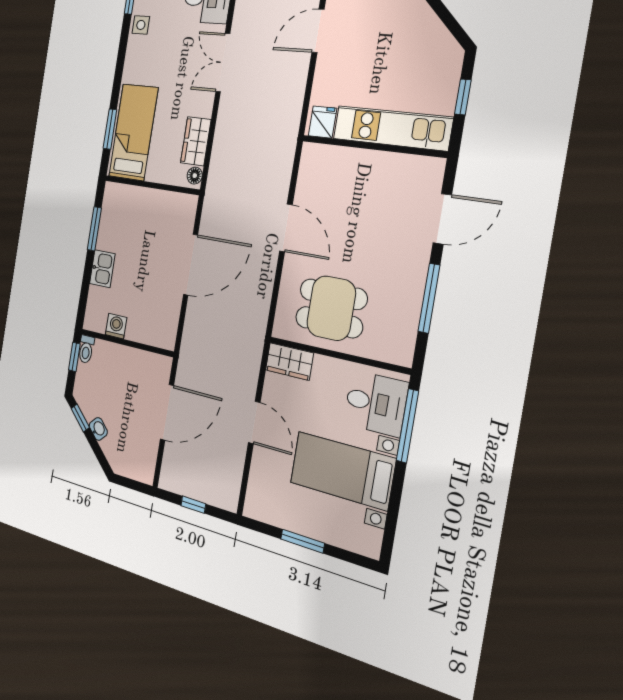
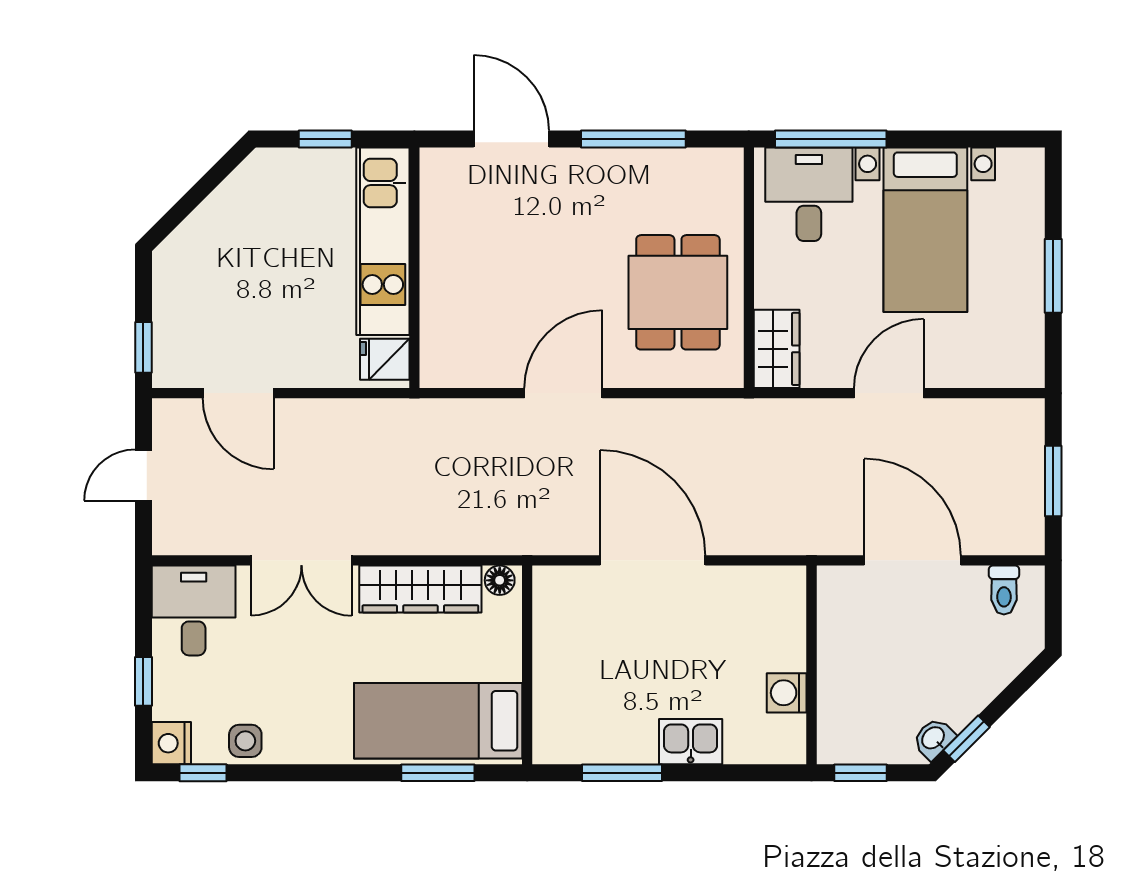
wardrobe: (196, 141) -> (420, 589), width x1.50
toilet: (86, 349) -> (1004, 590), moved, turned 90
washbasin: (98, 429) -> (934, 738), moved
window: (193, 505) -> (1053, 481), width x1.50

